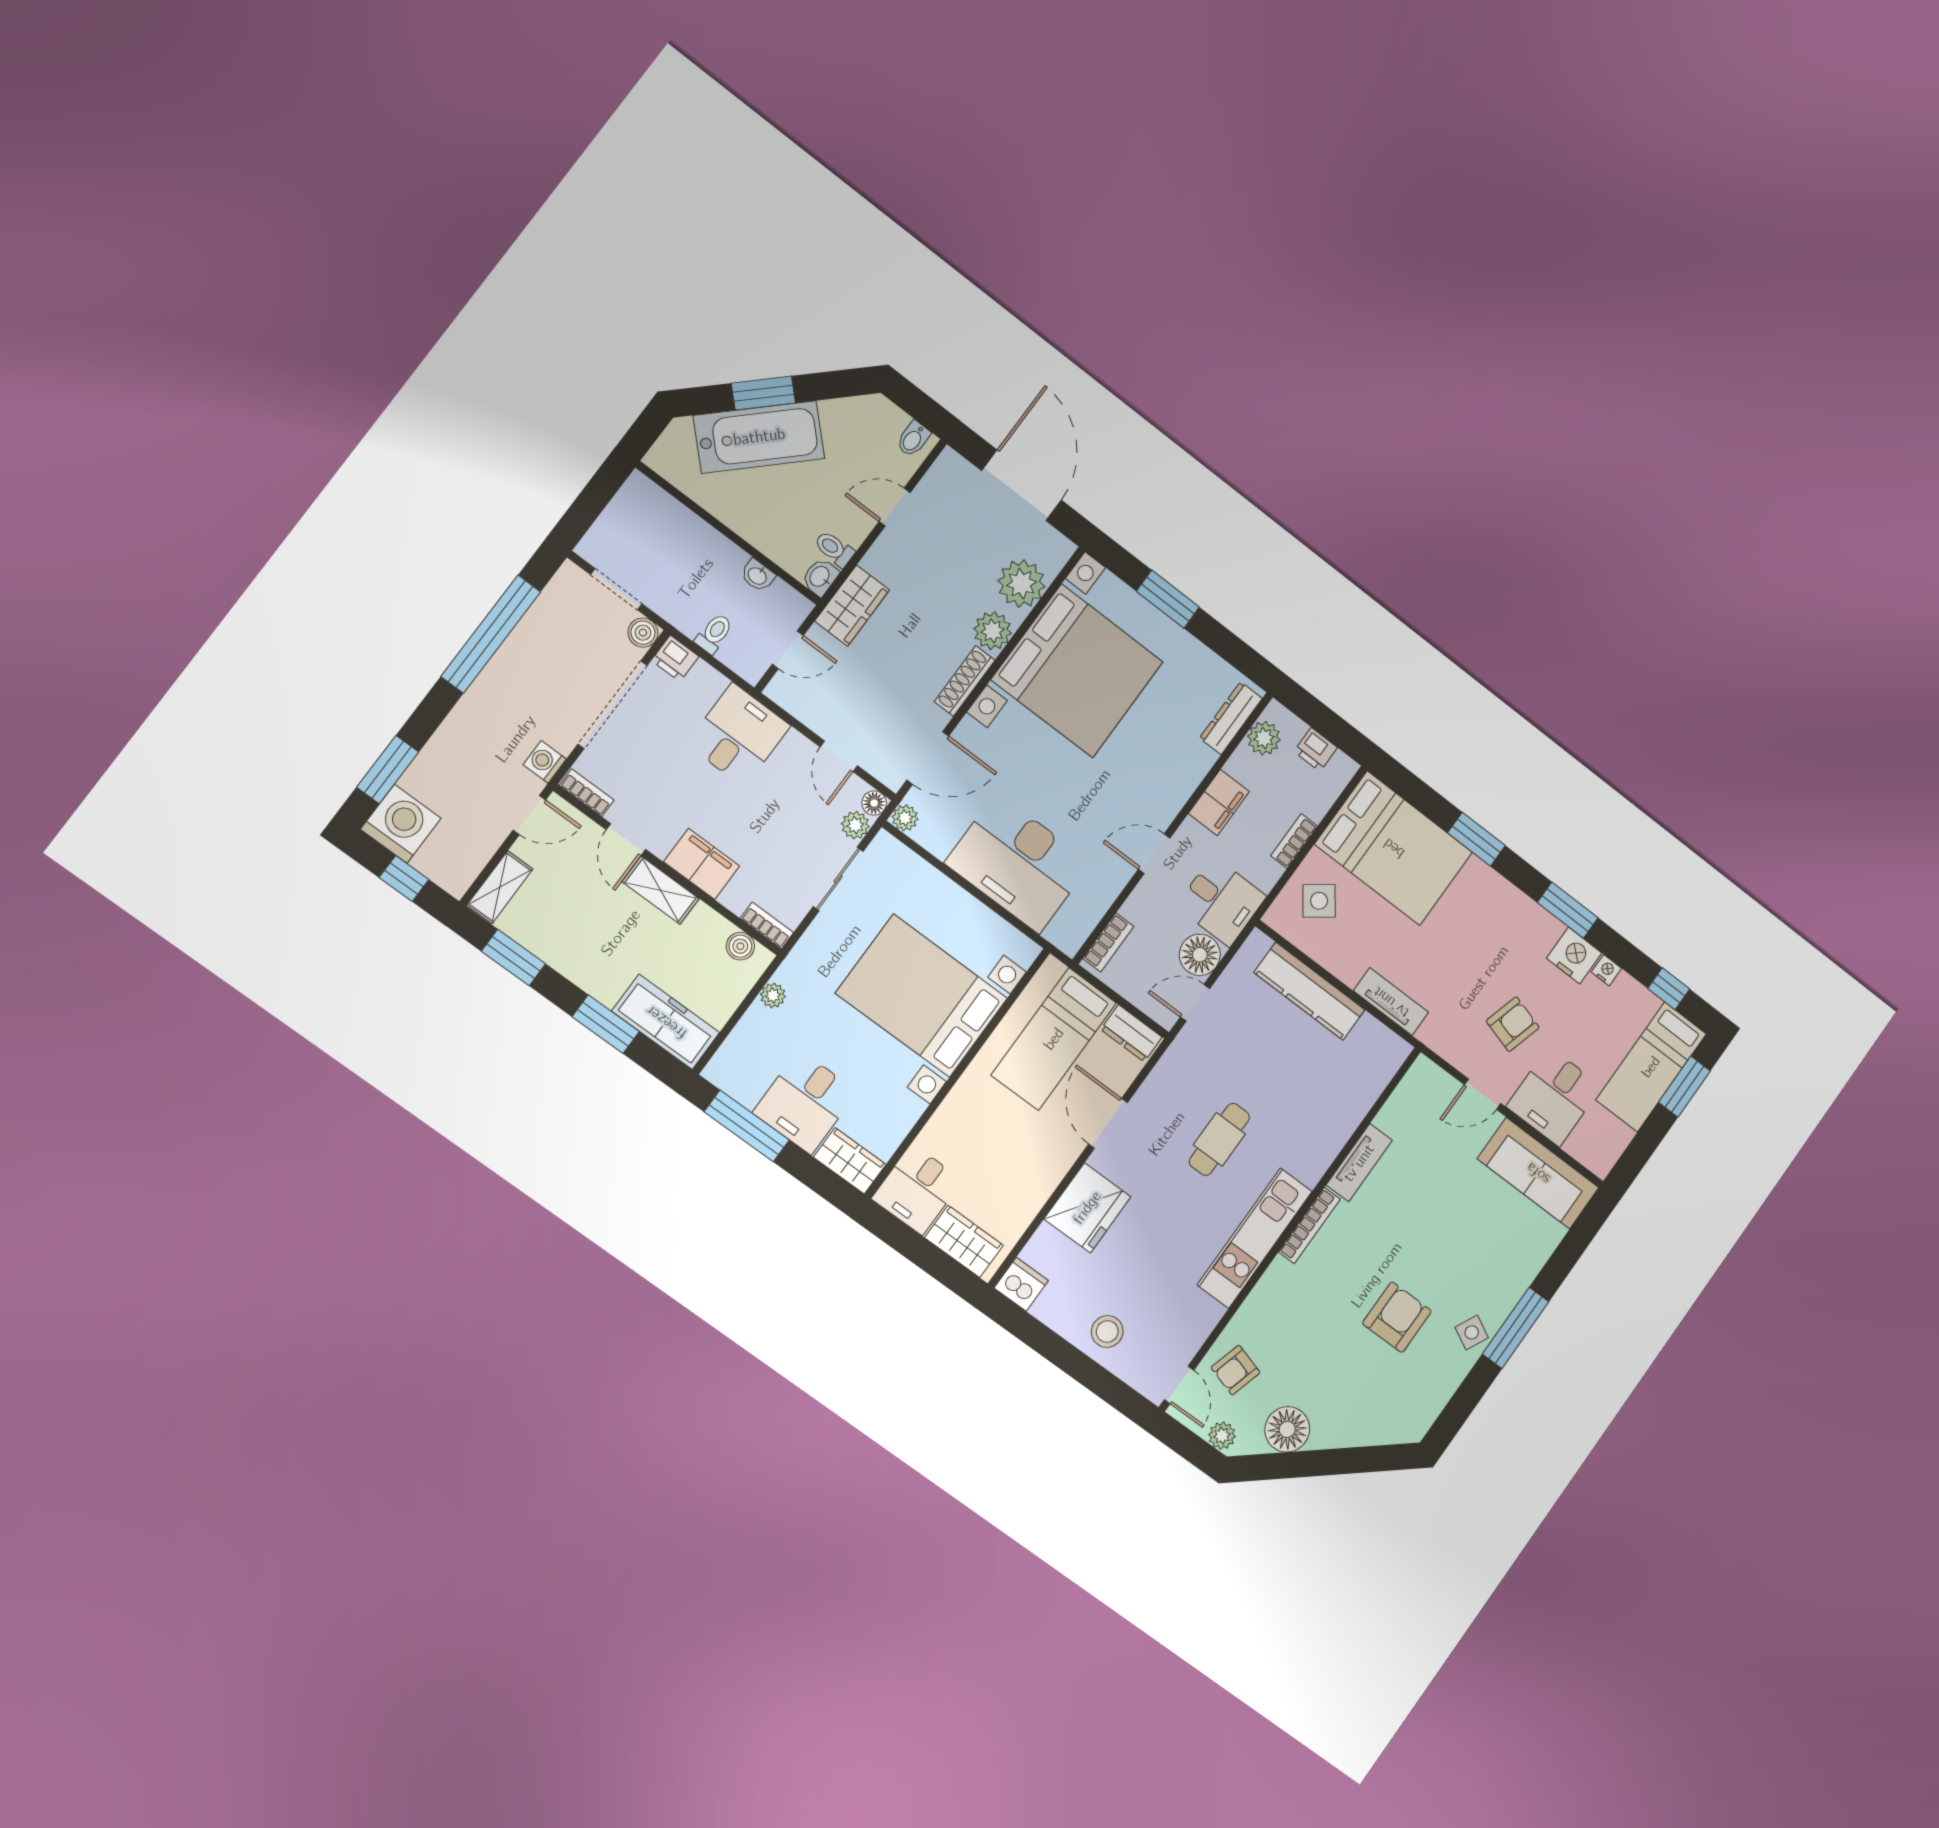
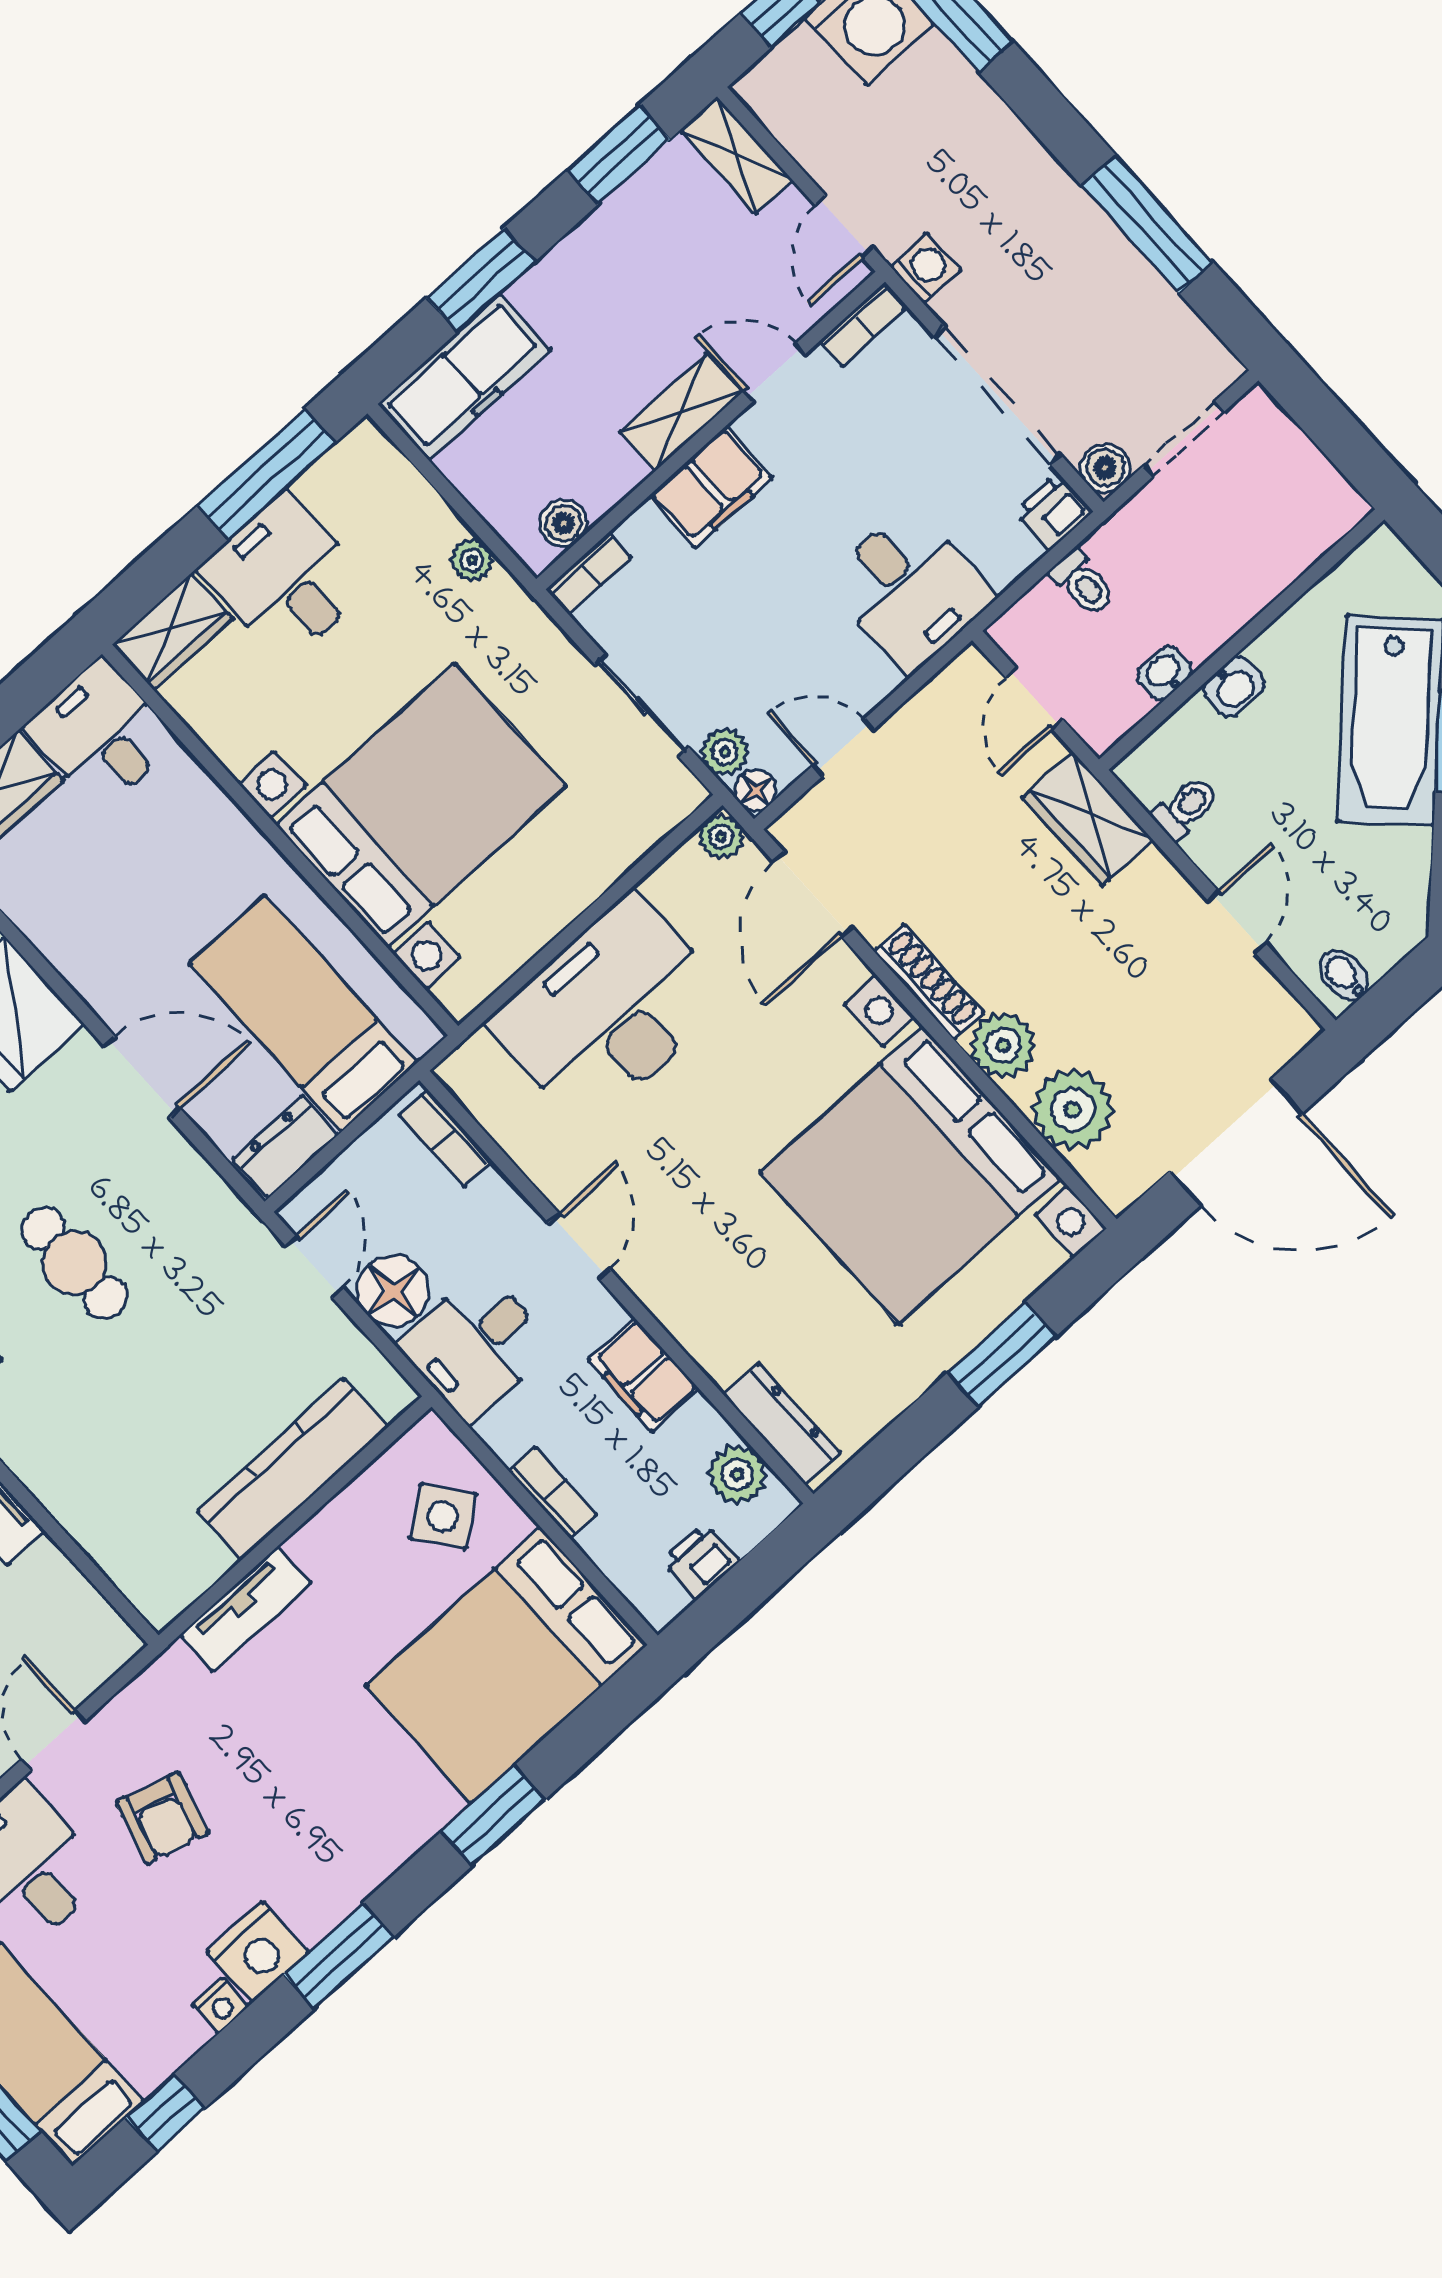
washbasin: (820, 577) -> (1234, 687), moved, turned 90
window: (491, 634) -> (1147, 224), width x0.68

